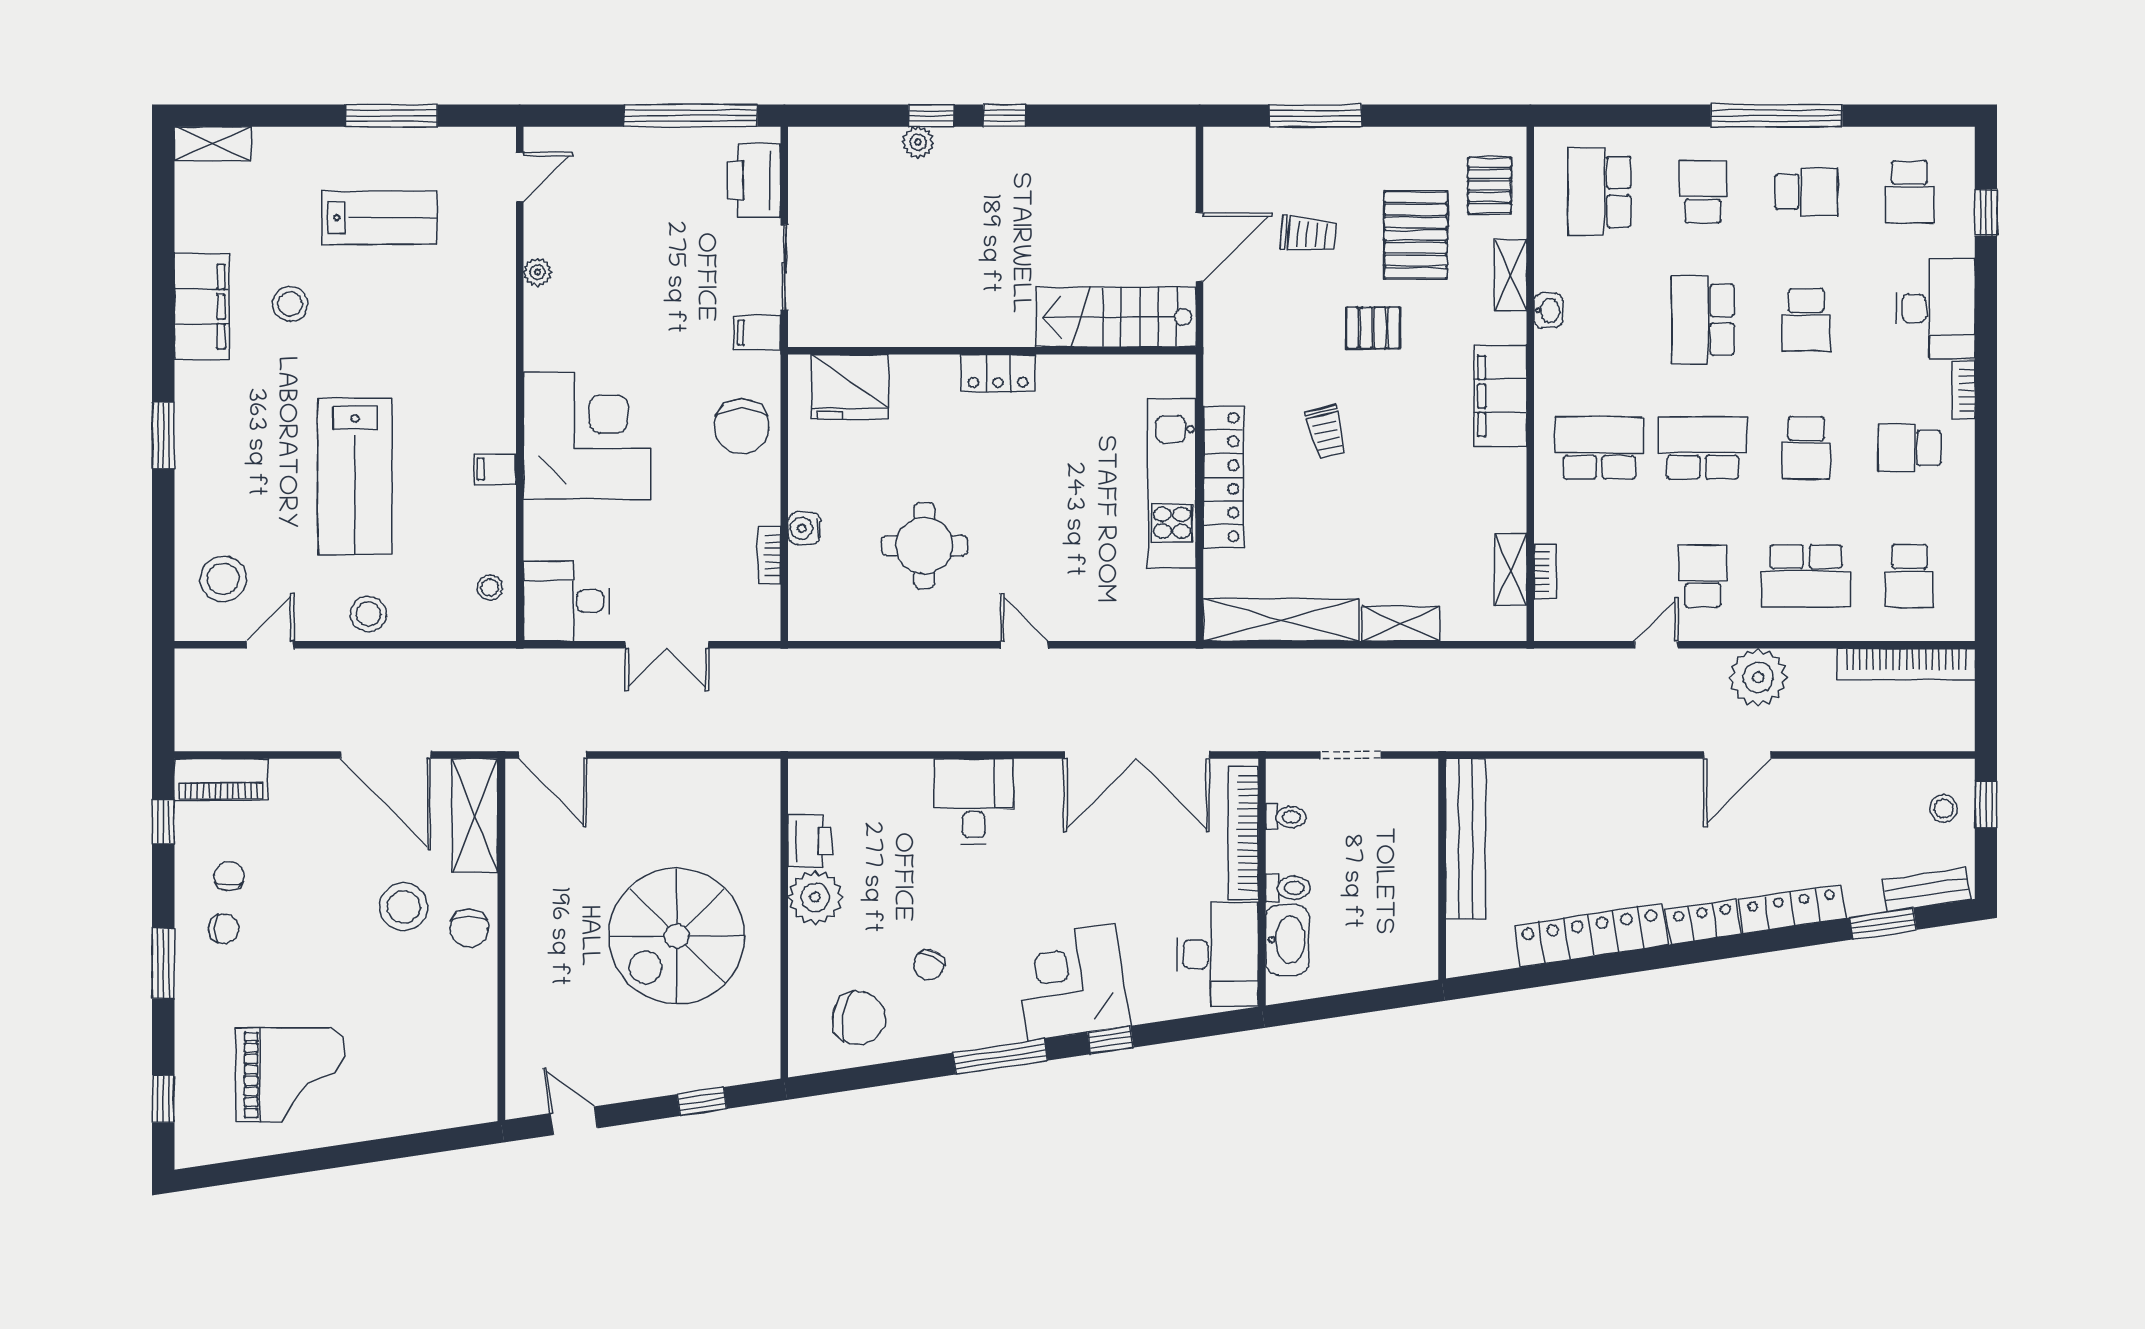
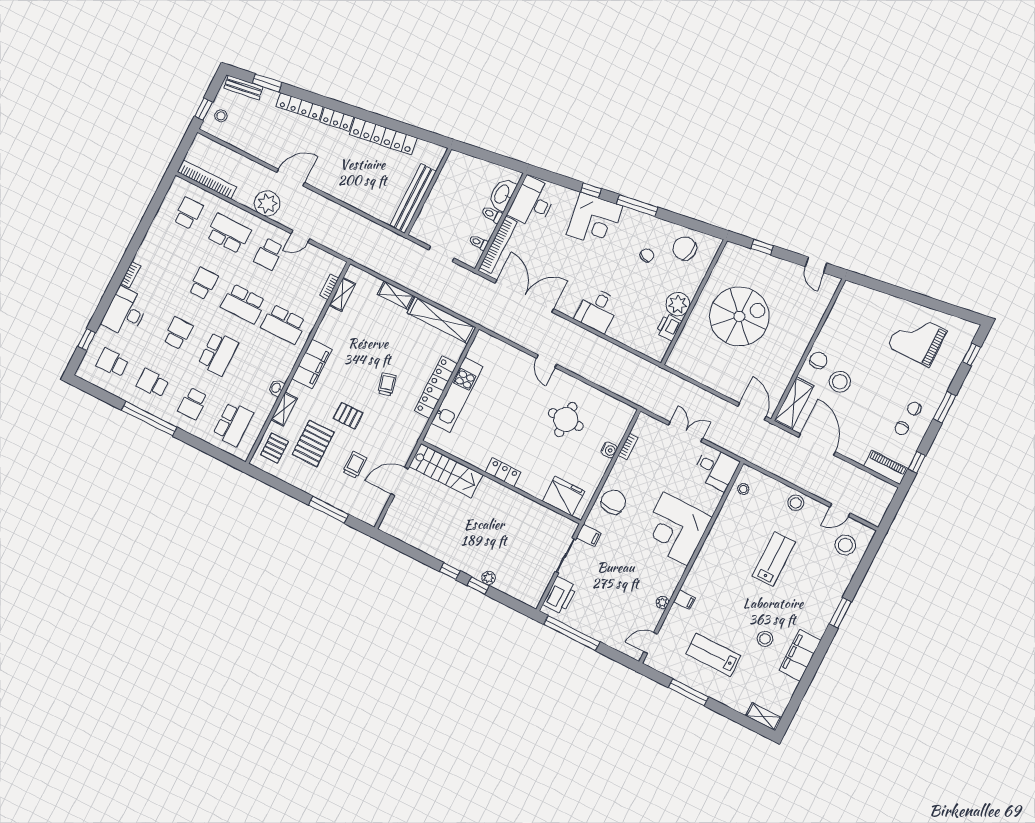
school desk: (1910, 192) -> (112, 363), turned -90
trolley: (1308, 234) -> (355, 465), turned 85
school desk: (1910, 448) -> (163, 263), removed
filing cabinet: (495, 469) -> (684, 600), moved
lab bench: (355, 476) -> (774, 559), width x0.73, depth x0.72

